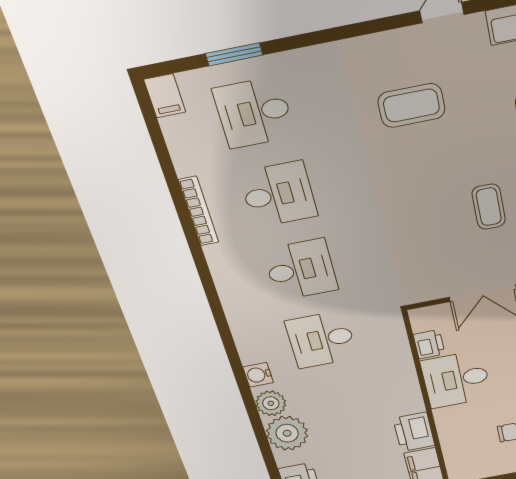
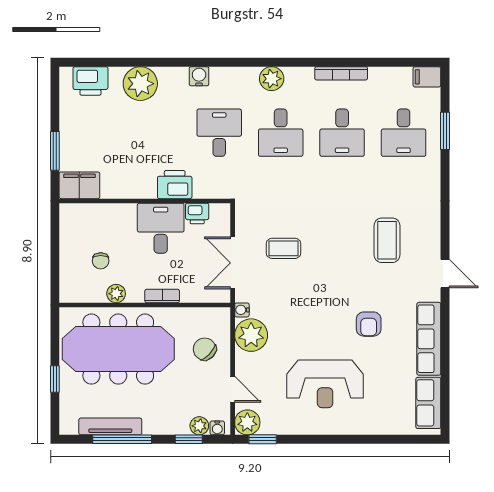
desk: (254, 113) -> (404, 133), turned 180
coffee table: (489, 207) -> (284, 248), moved
plant: (271, 403) -> (272, 79), moved
printer: (414, 432) -> (175, 185), moved

